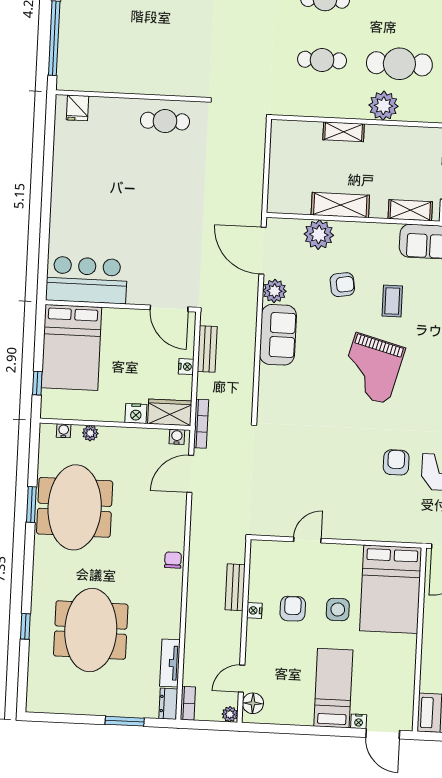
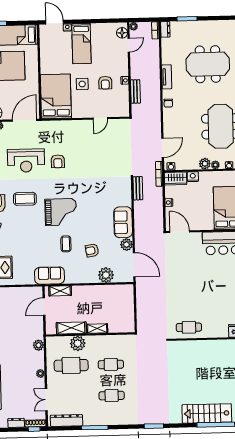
shelving: (340, 205) -> (71, 328), moved
bench: (207, 349) -> (138, 188), moved
grand piano: (372, 369) -> (61, 212), moved, turned 75
plant: (111, 437) -> (205, 164), added
meeting table: (91, 630) -> (208, 64), turned 90
tv unit: (170, 663) -> (167, 77), moved

